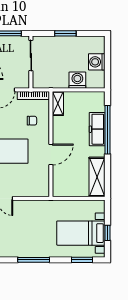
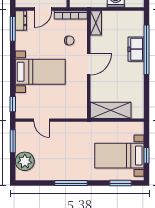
freezer: (97, 129) -> (136, 49), width x0.71
door: (51, 154) -> (89, 64), moved
shelving: (97, 177) -> (111, 110), moved, turned 90

